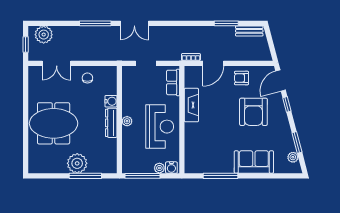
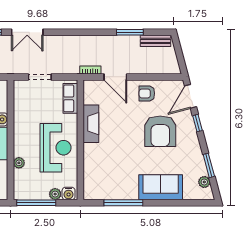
door: (213, 63) -> (115, 77), hinge flipped
plant: (127, 121) -> (19, 163), moved

